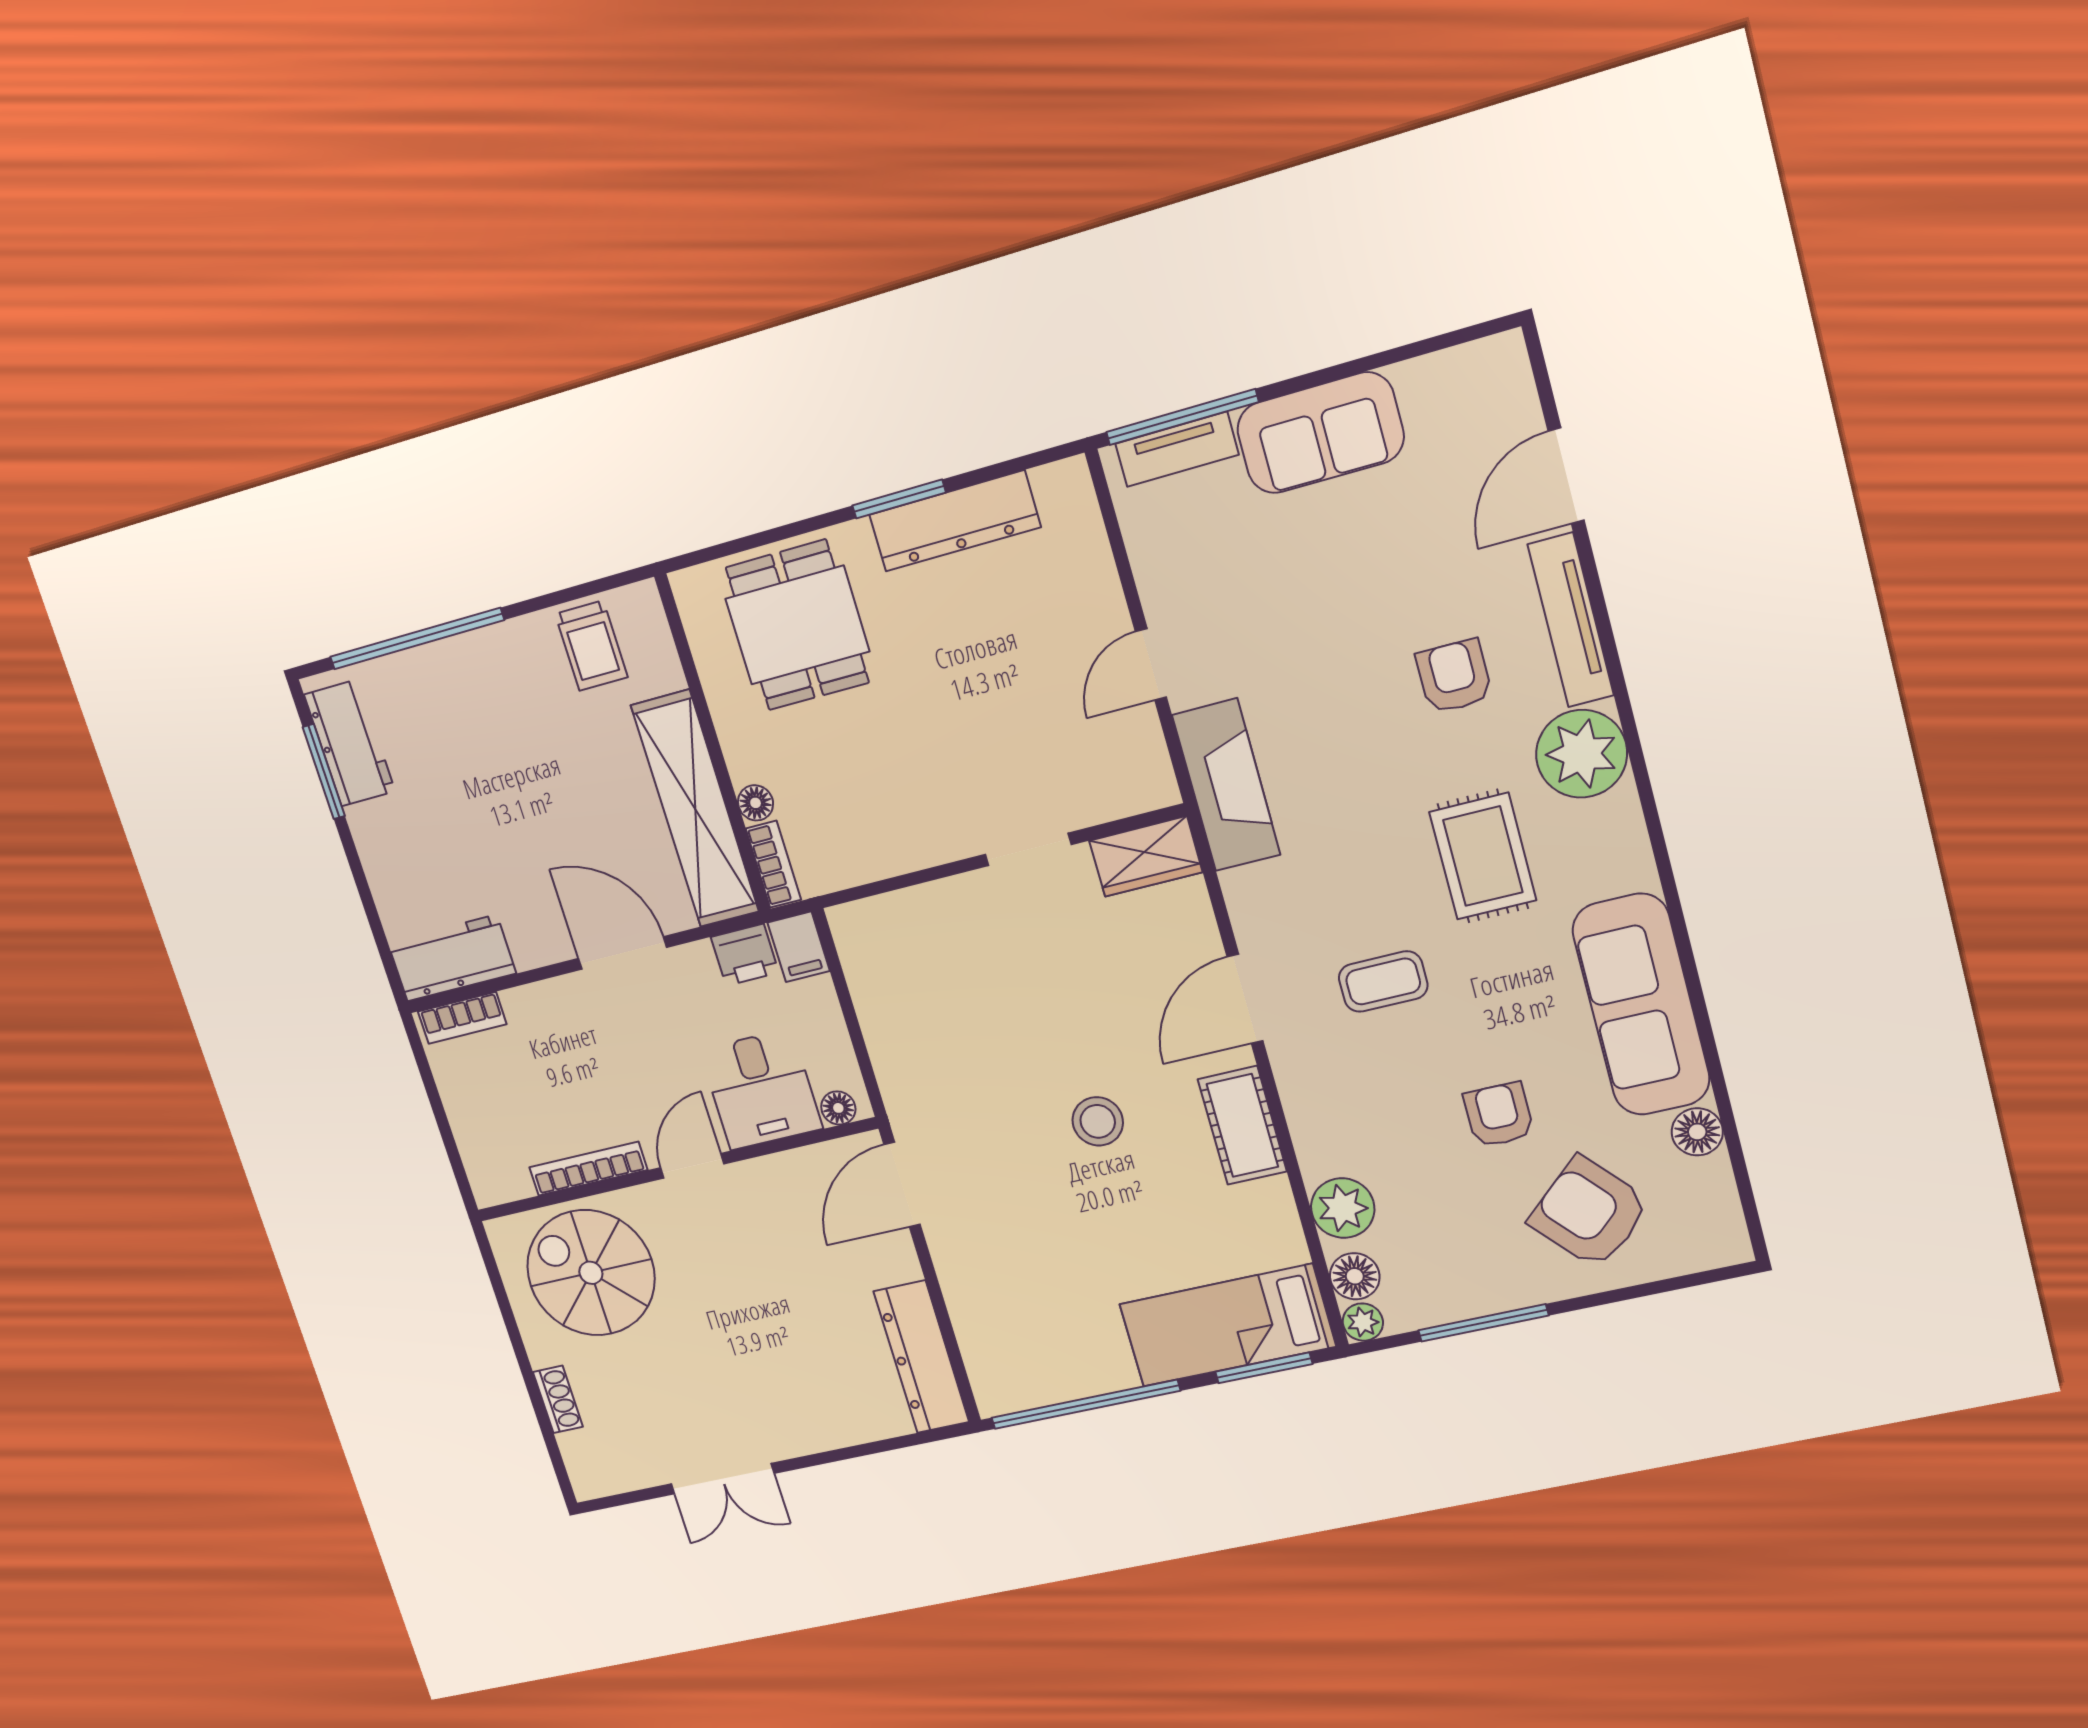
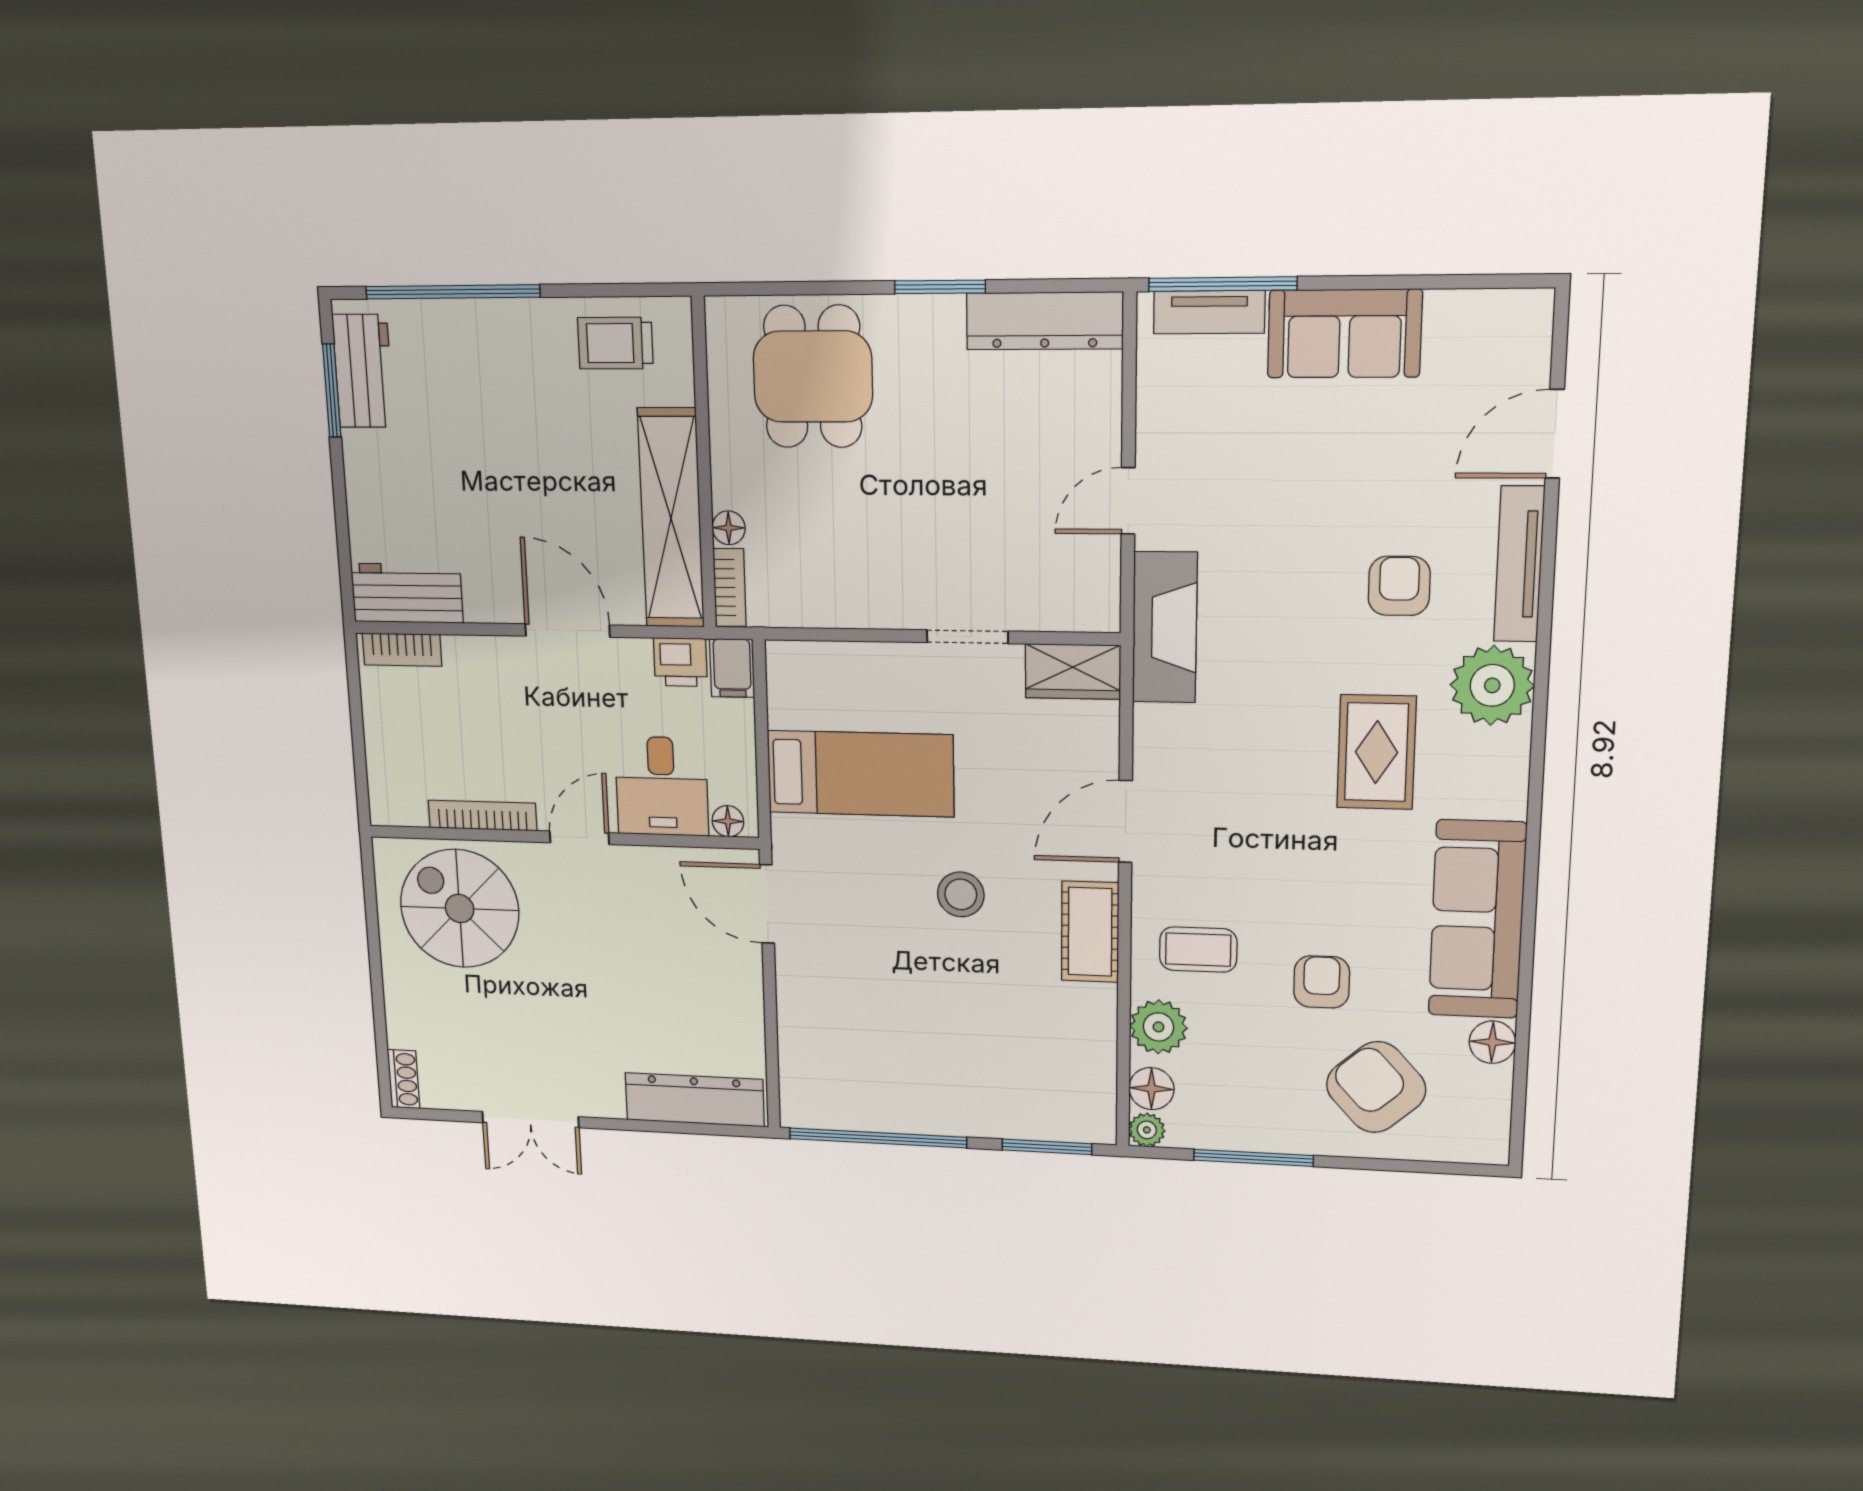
dresser: (955, 521) -> (1045, 321), moved
trolley: (591, 646) -> (615, 343), turned 90
coffee table: (1383, 982) -> (1198, 950), moved
door: (902, 1185) -> (767, 904), hinge flipped
bed: (1227, 1325) -> (860, 774), moved, turned 180
dresser: (921, 1357) -> (695, 1100), moved, turned 90
shoe rack: (558, 1399) -> (403, 1079), moved

